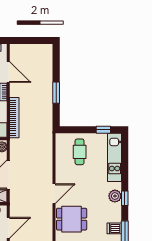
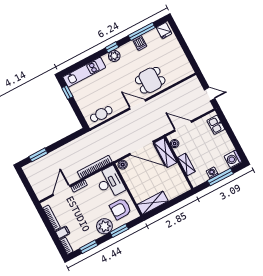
window: (56, 93) -> (38, 155), moved
cafe table: (80, 152) -> (101, 114), moved
dining table: (72, 219) -> (150, 80), turned 90

